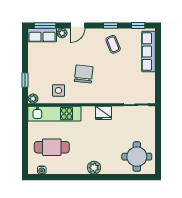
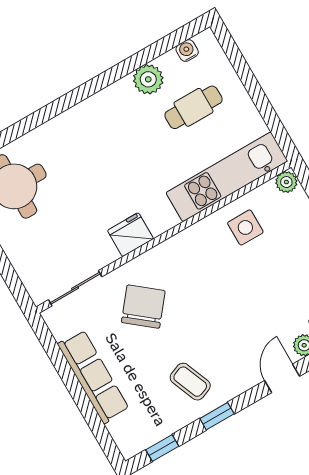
row of seats: (149, 52) -> (93, 377), moved
chair: (84, 74) -> (143, 307), moved, turned -147
cafe table: (52, 147) -> (193, 107), width x0.73, depth x0.74
plant: (94, 168) -> (148, 79), moved

